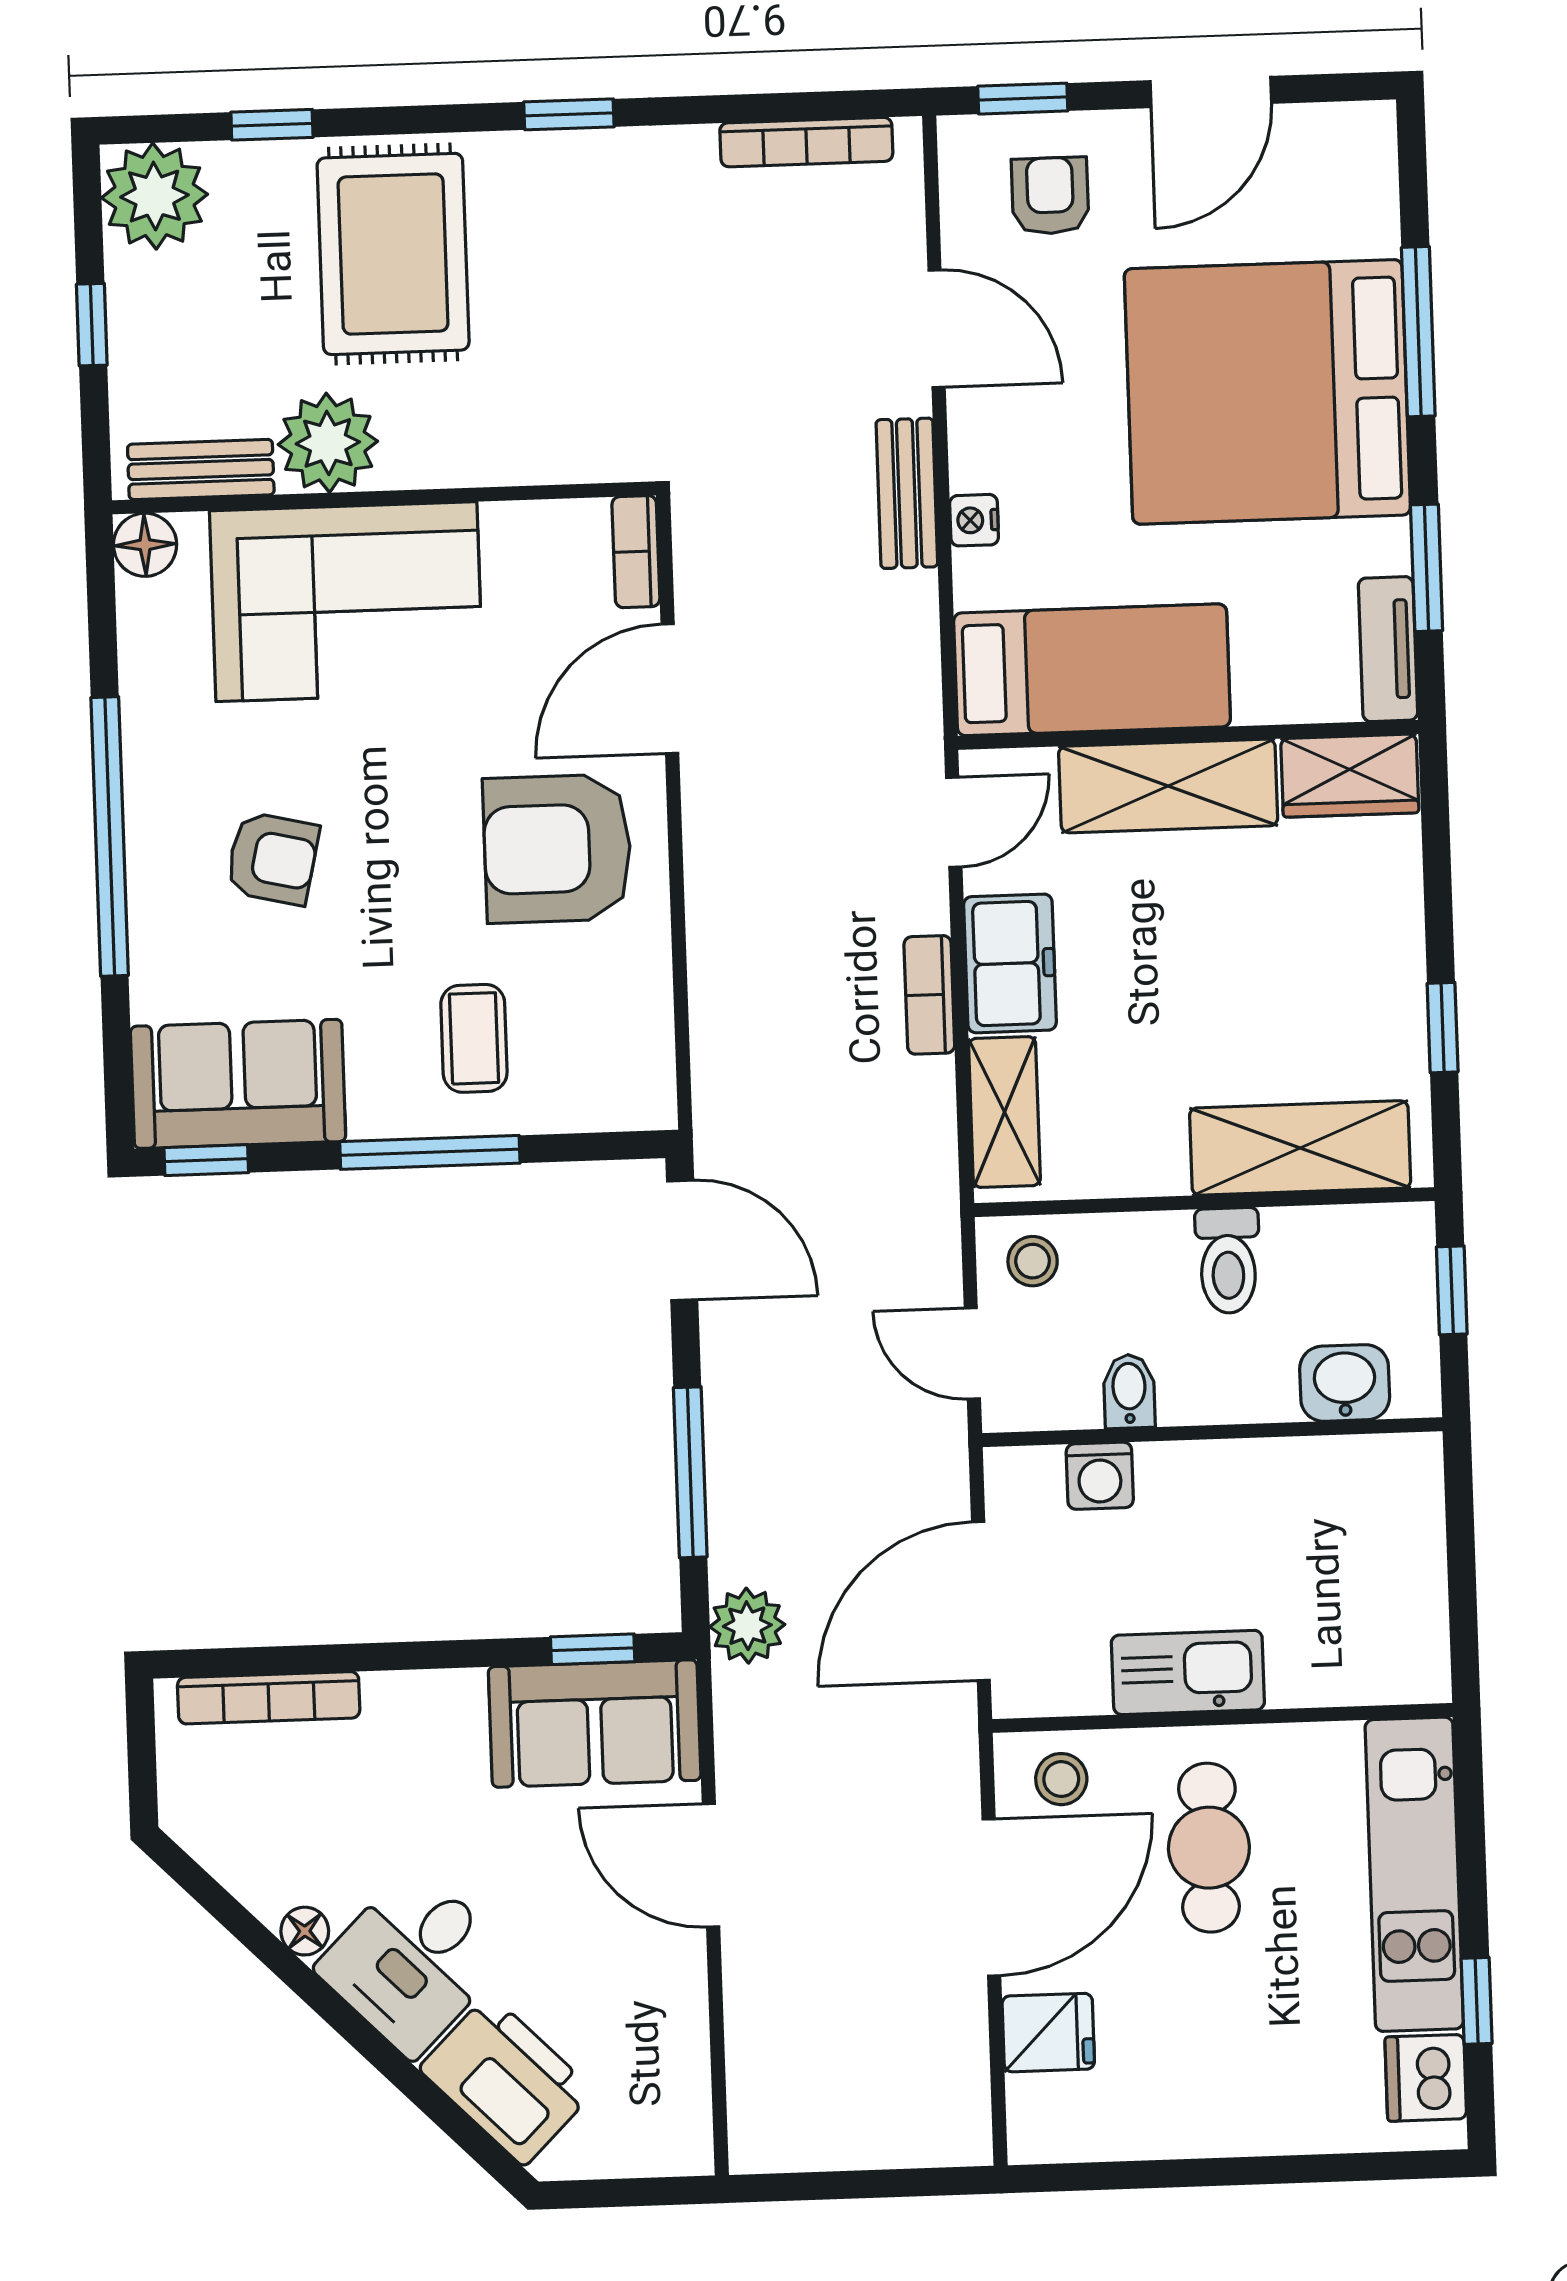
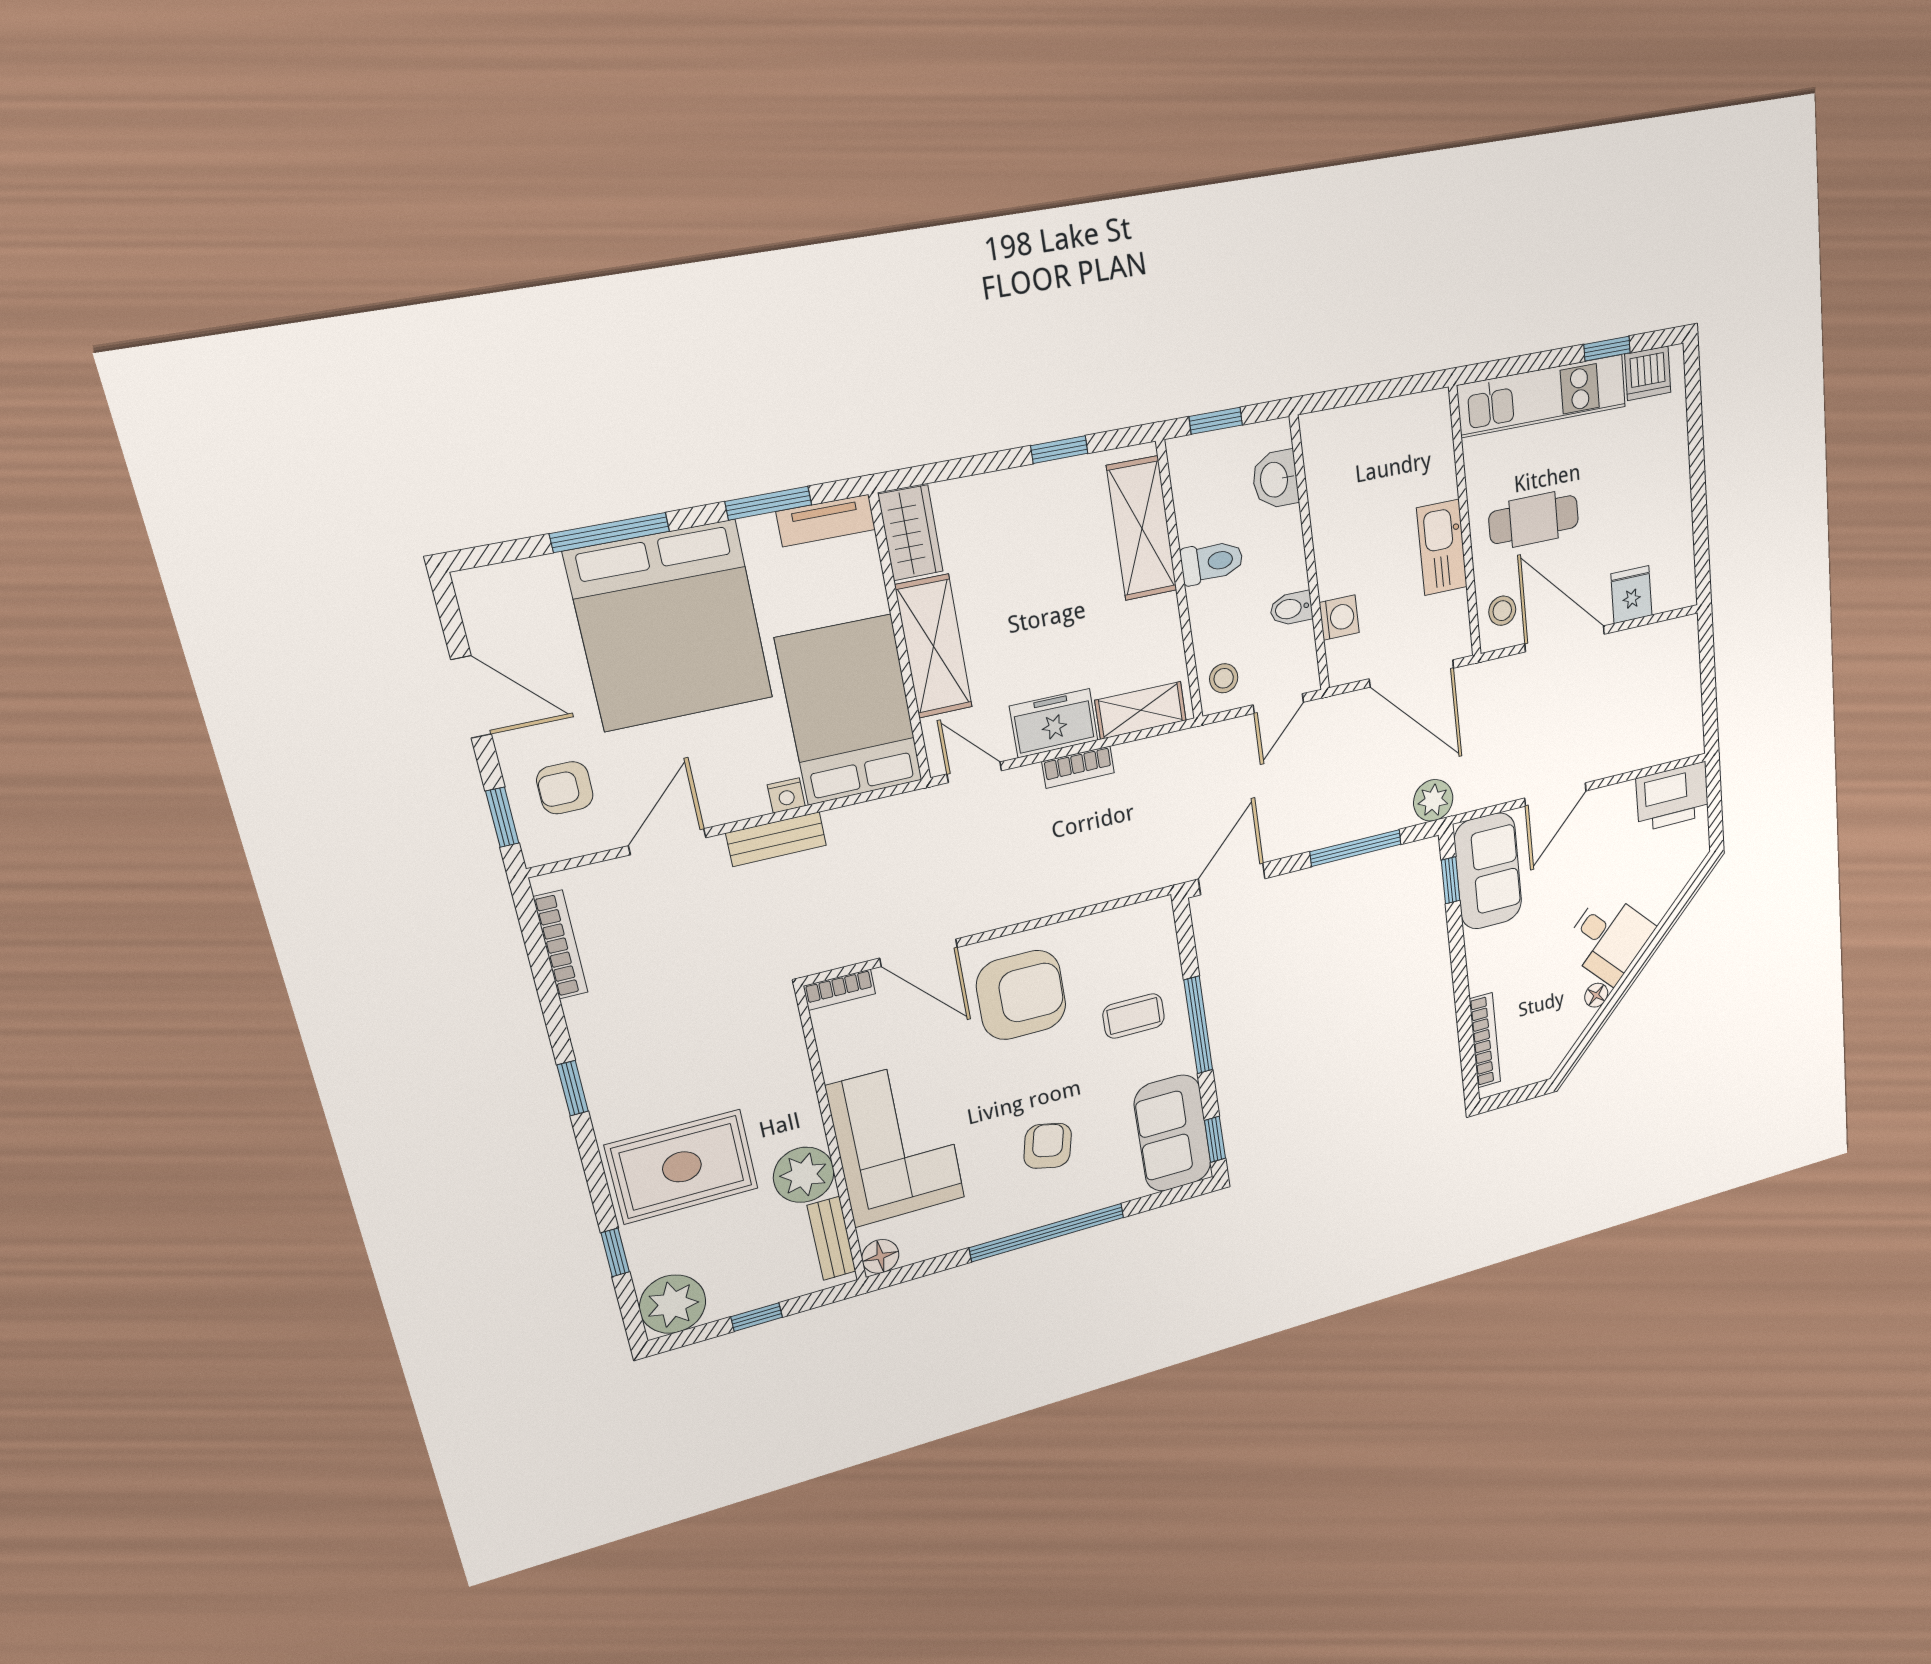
bed: (1092, 670) -> (849, 710), width x1.50
armchair: (557, 849) -> (1021, 995), turned -90
printer: (506, 2080) -> (1672, 797), moved, turned -135

